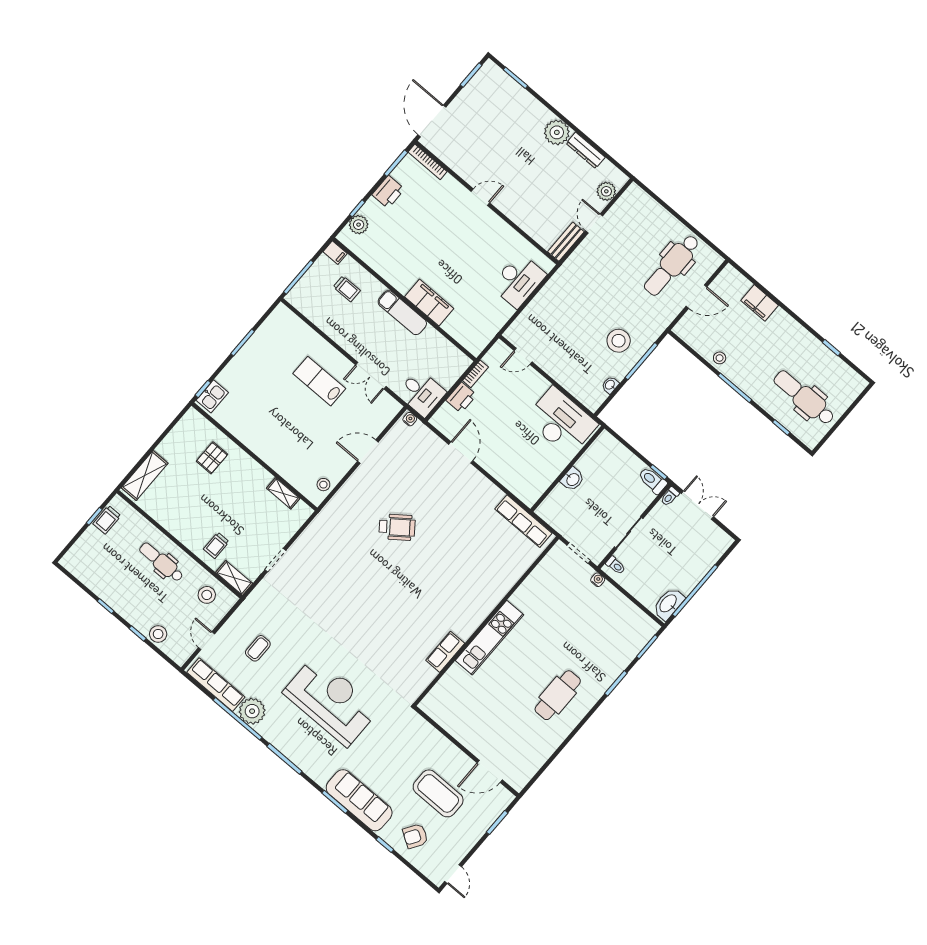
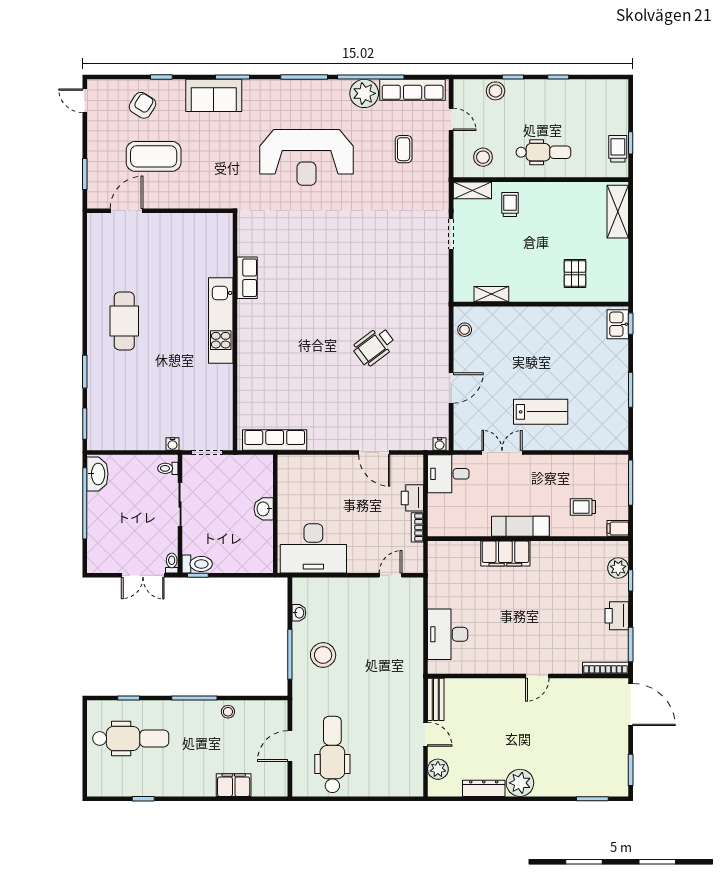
sofa: (359, 800) -> (214, 95), width x0.73

